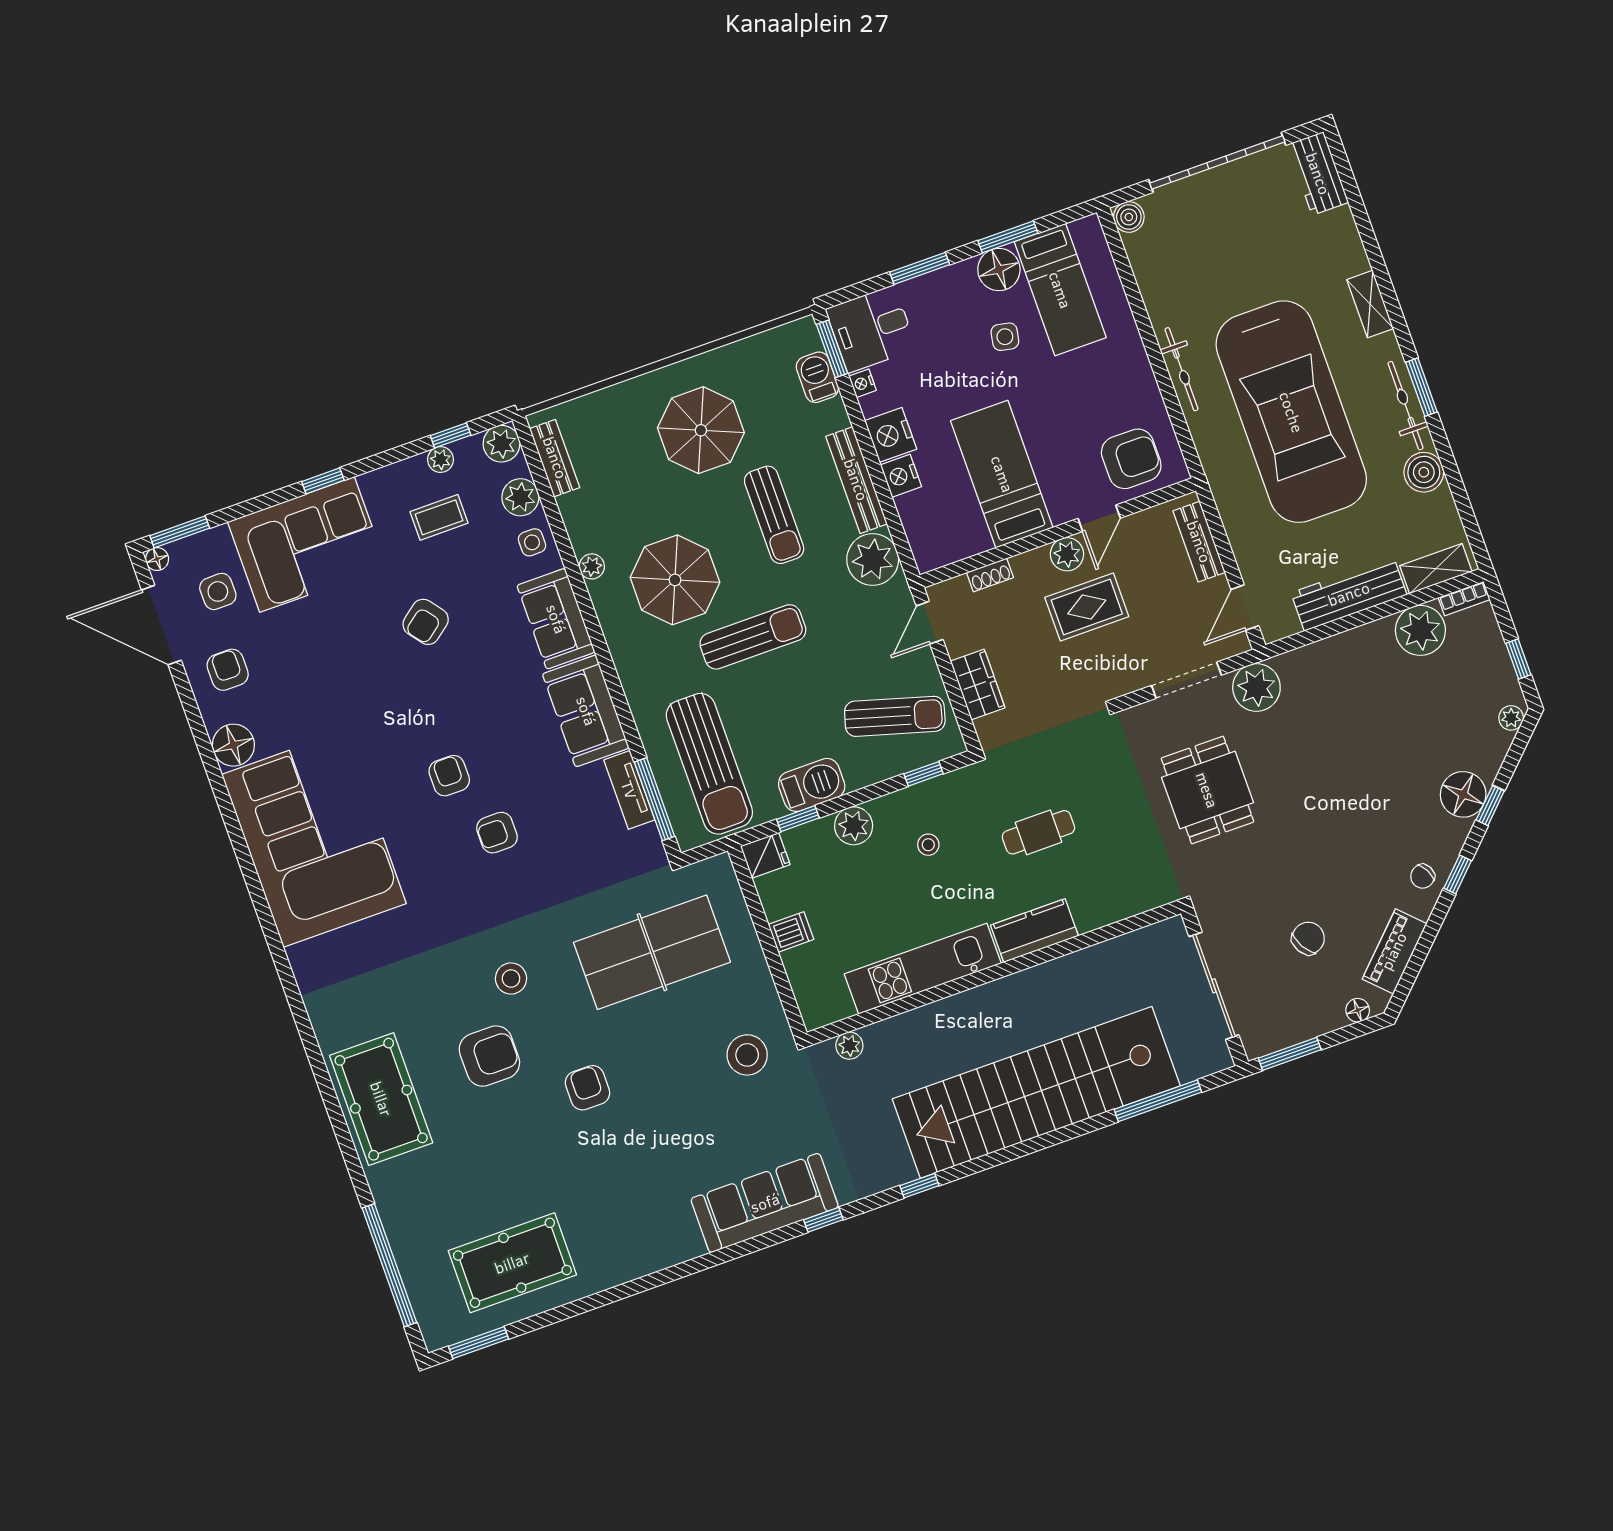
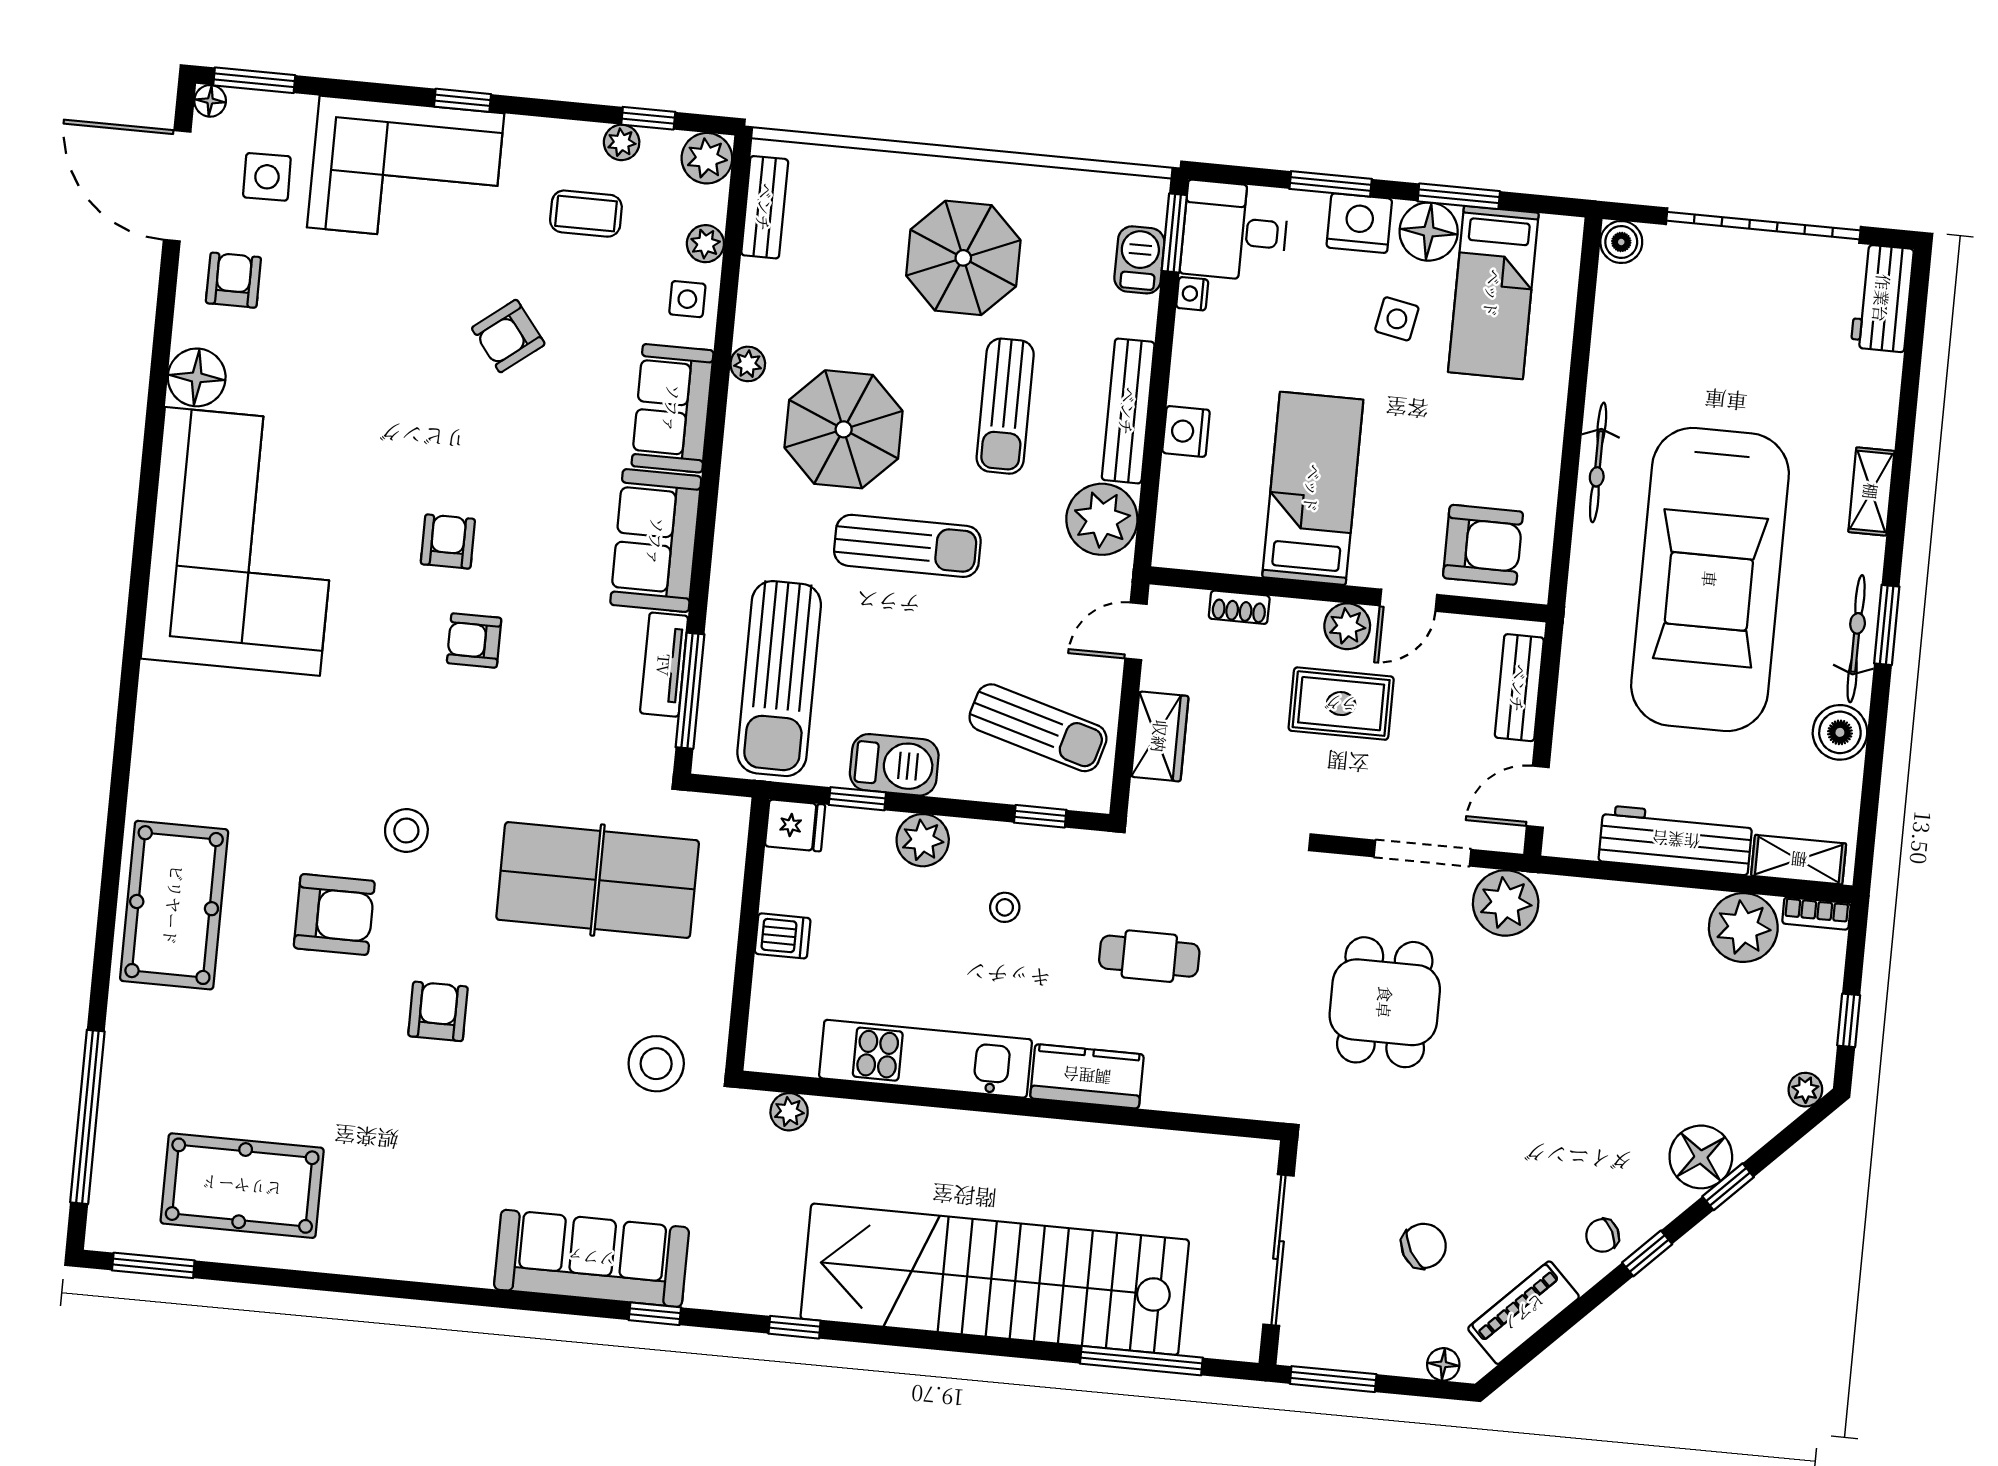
nightstand: (891, 435) -> (1359, 223), moved, turned 90
plant: (520, 497) -> (705, 244), width x0.73, depth x0.73

